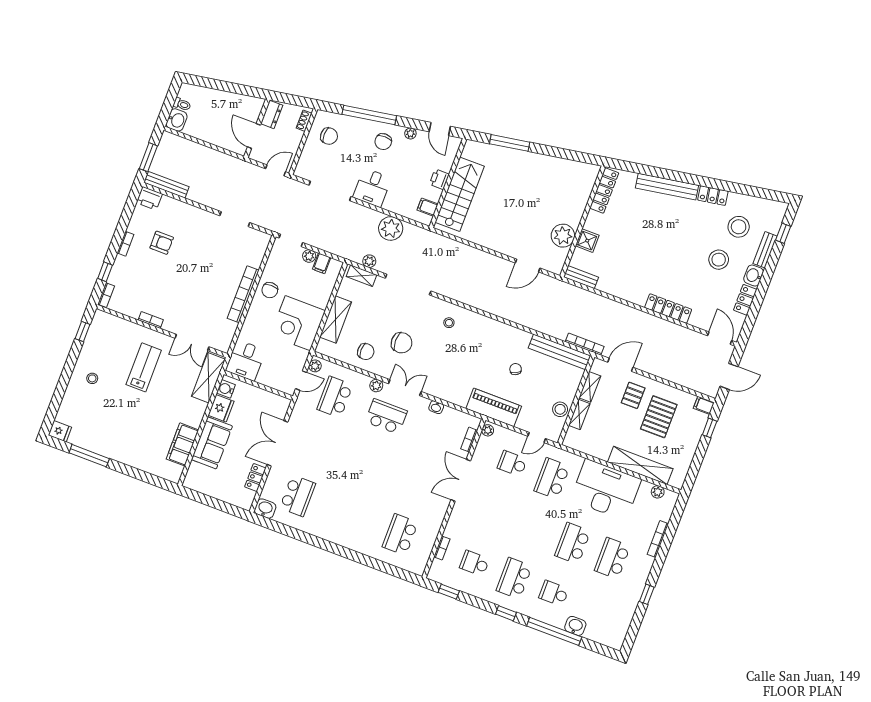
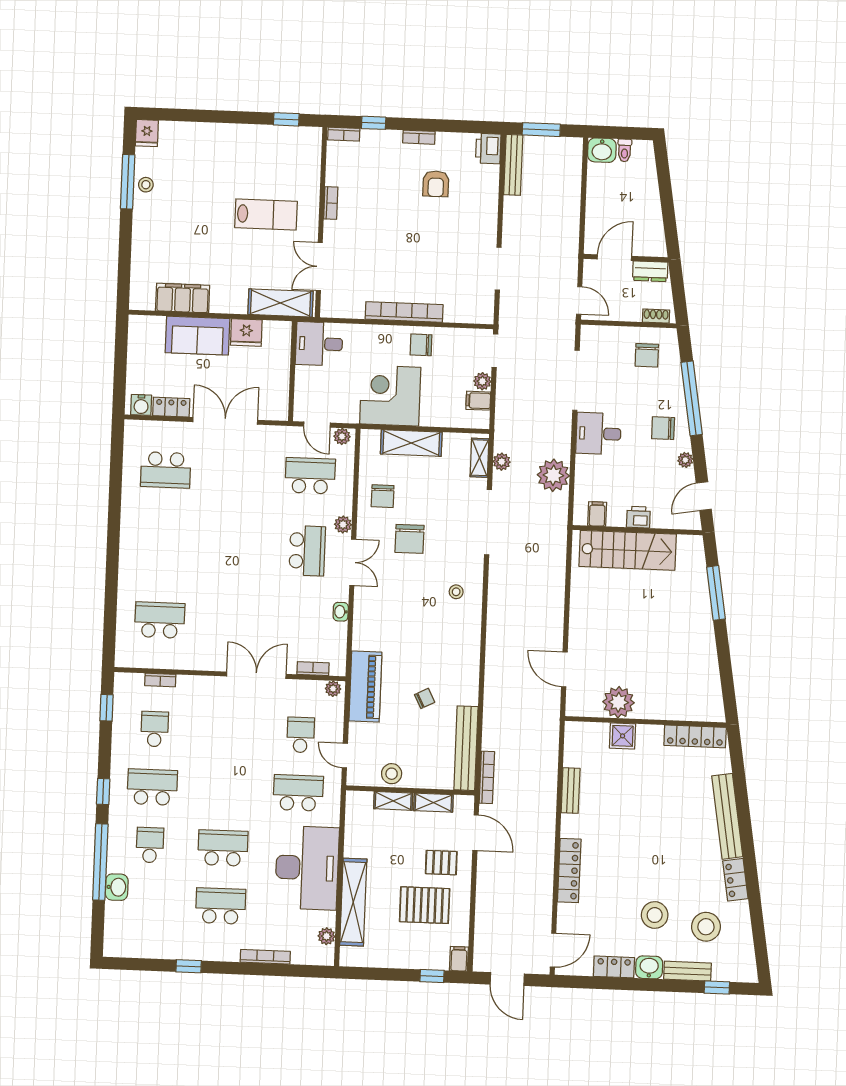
bench: (581, 277) -> (571, 790), moved
stool: (92, 378) -> (146, 185), moved
water cooler: (226, 389) -> (141, 405), moved, turned 180
washbasin: (265, 509) -> (135, 433), removed

